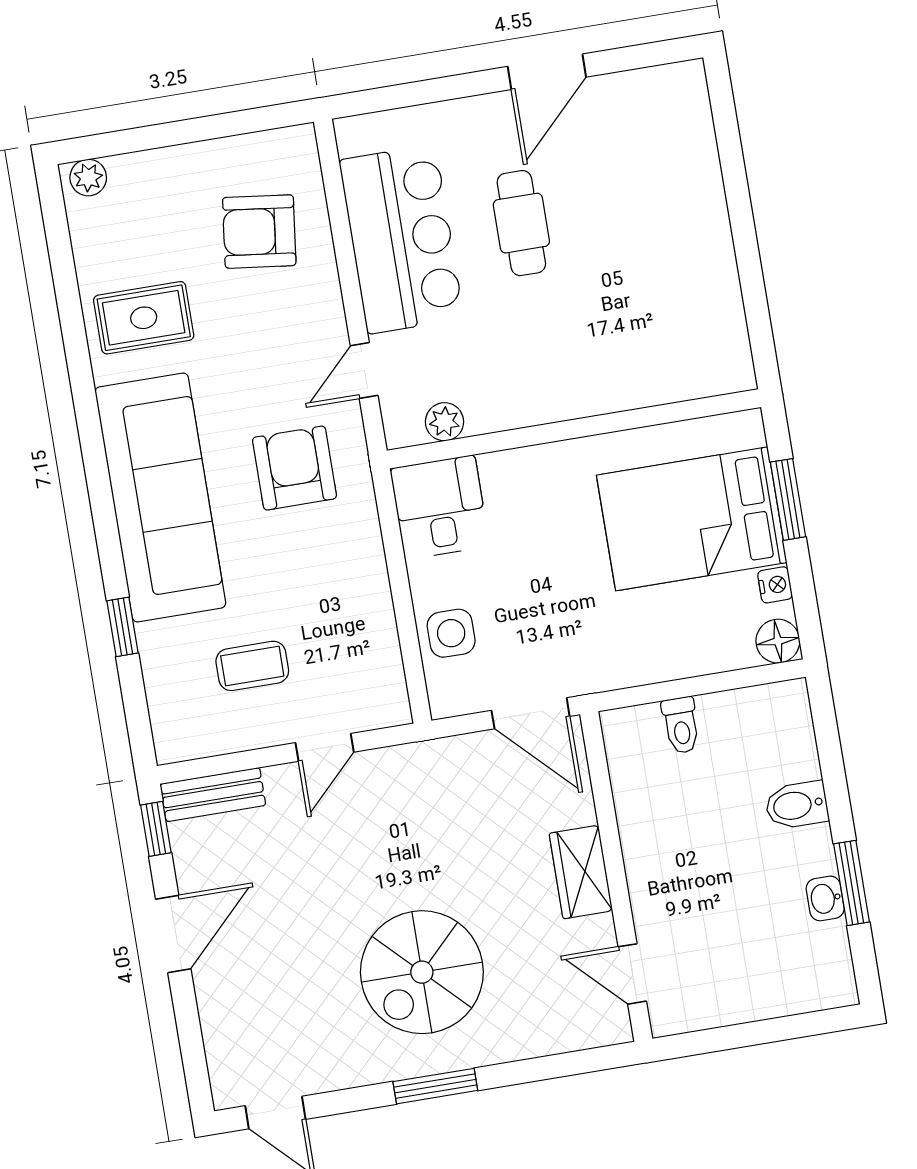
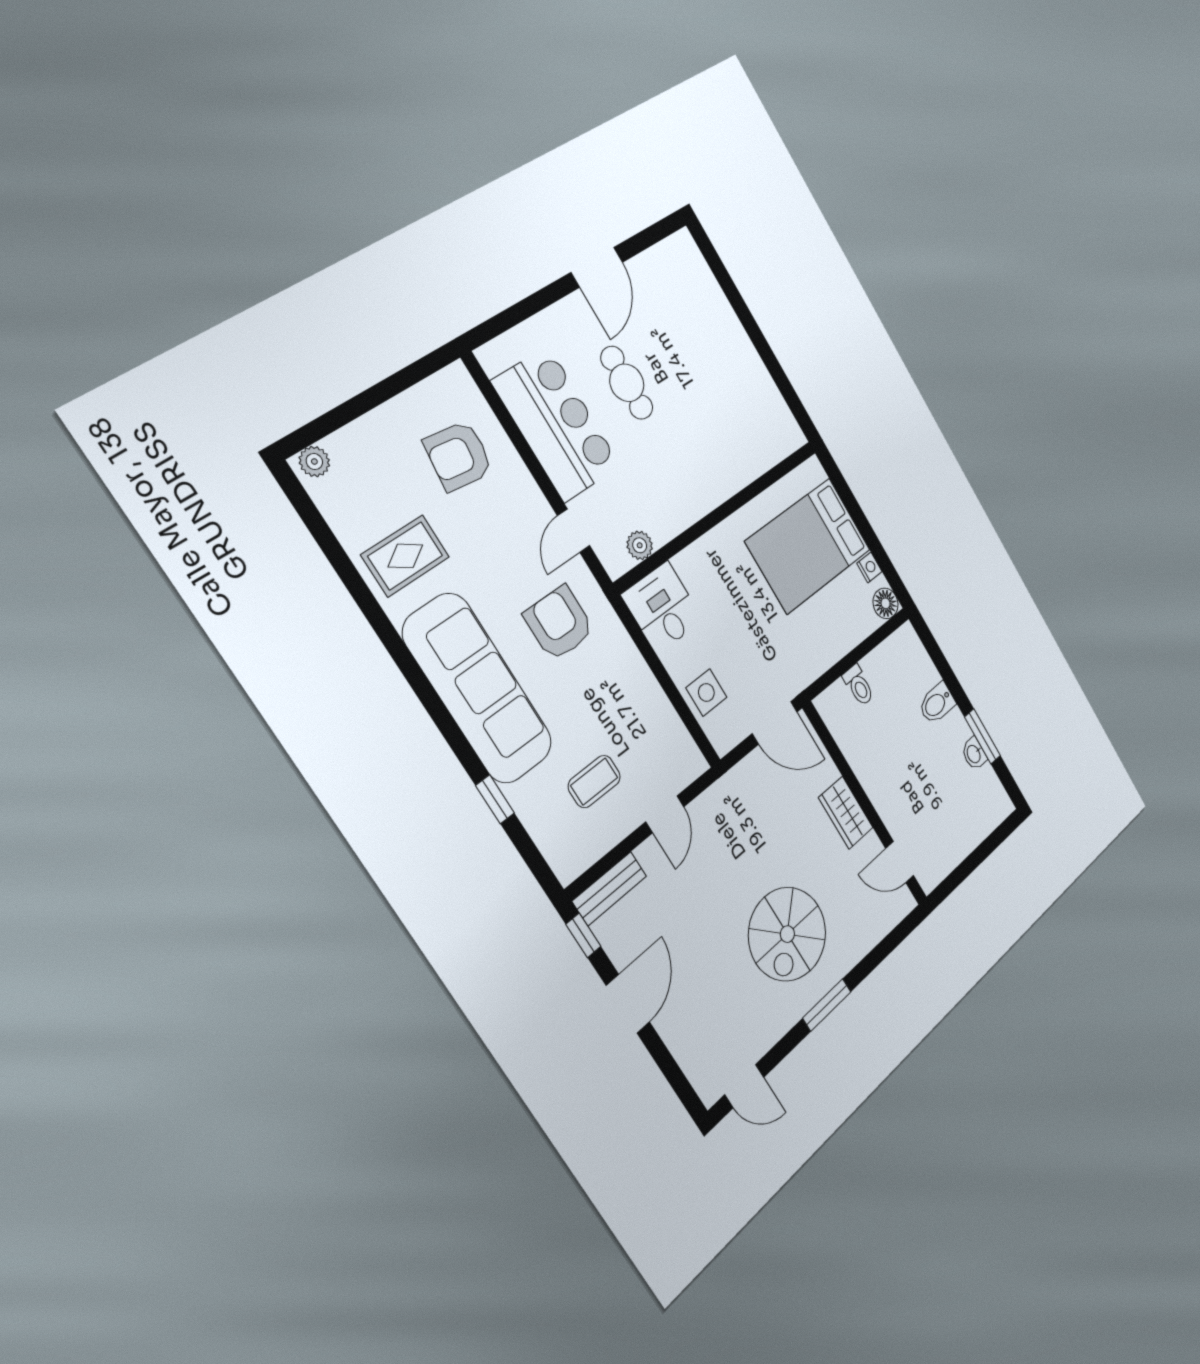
window: (788, 499) -> (854, 508), removed

